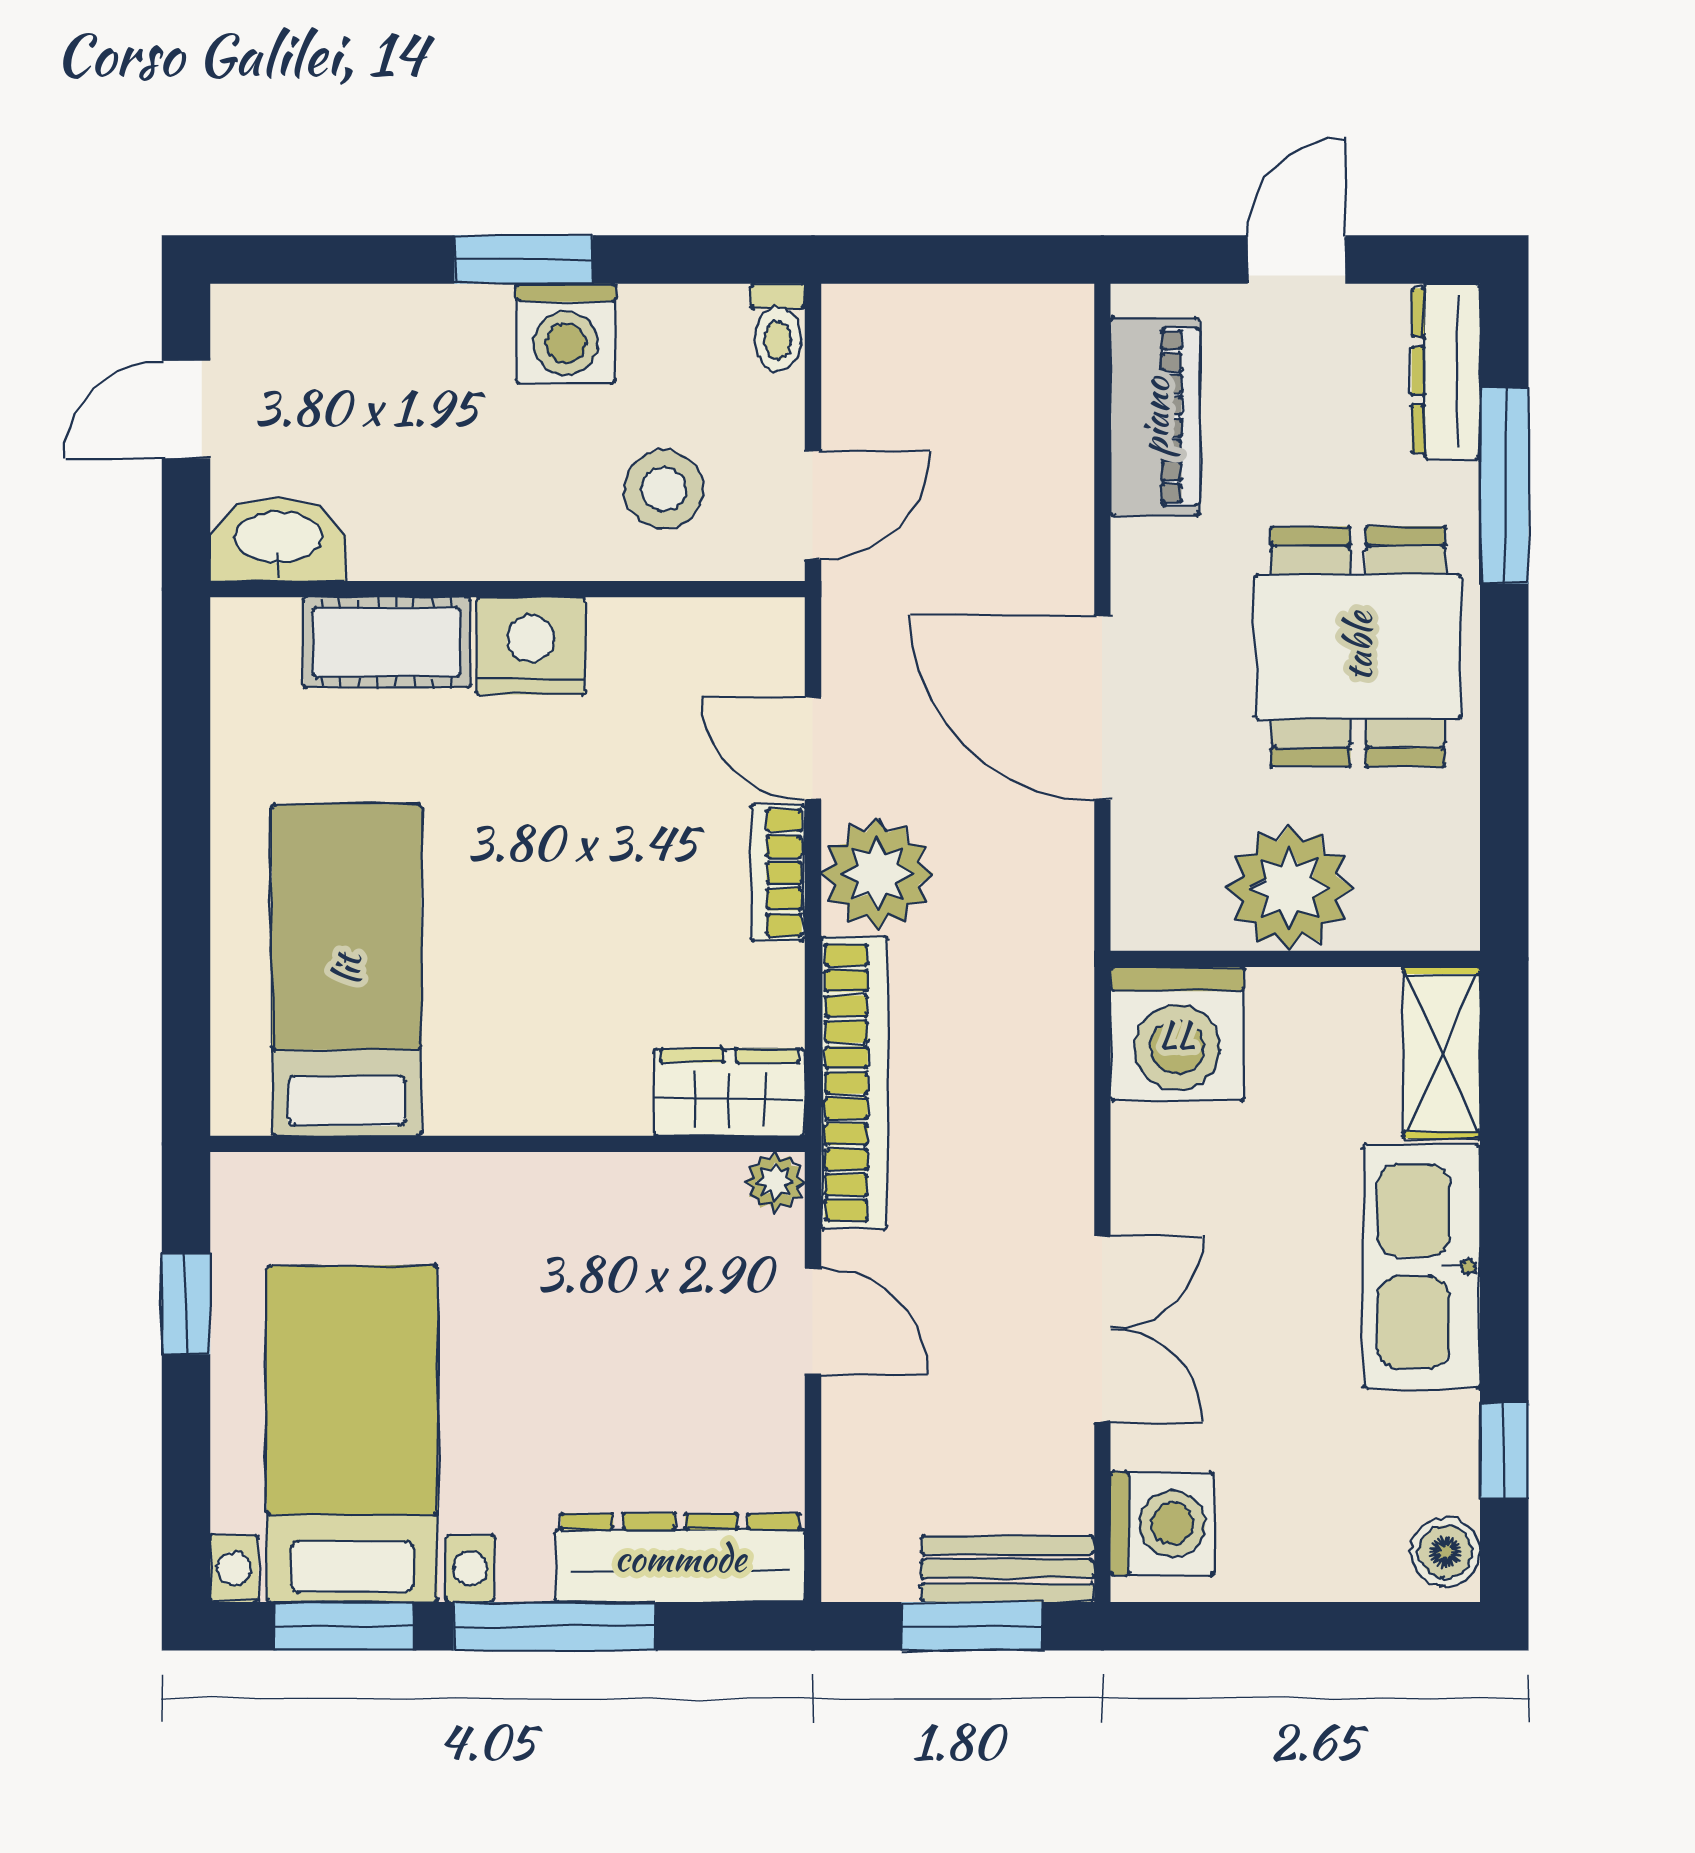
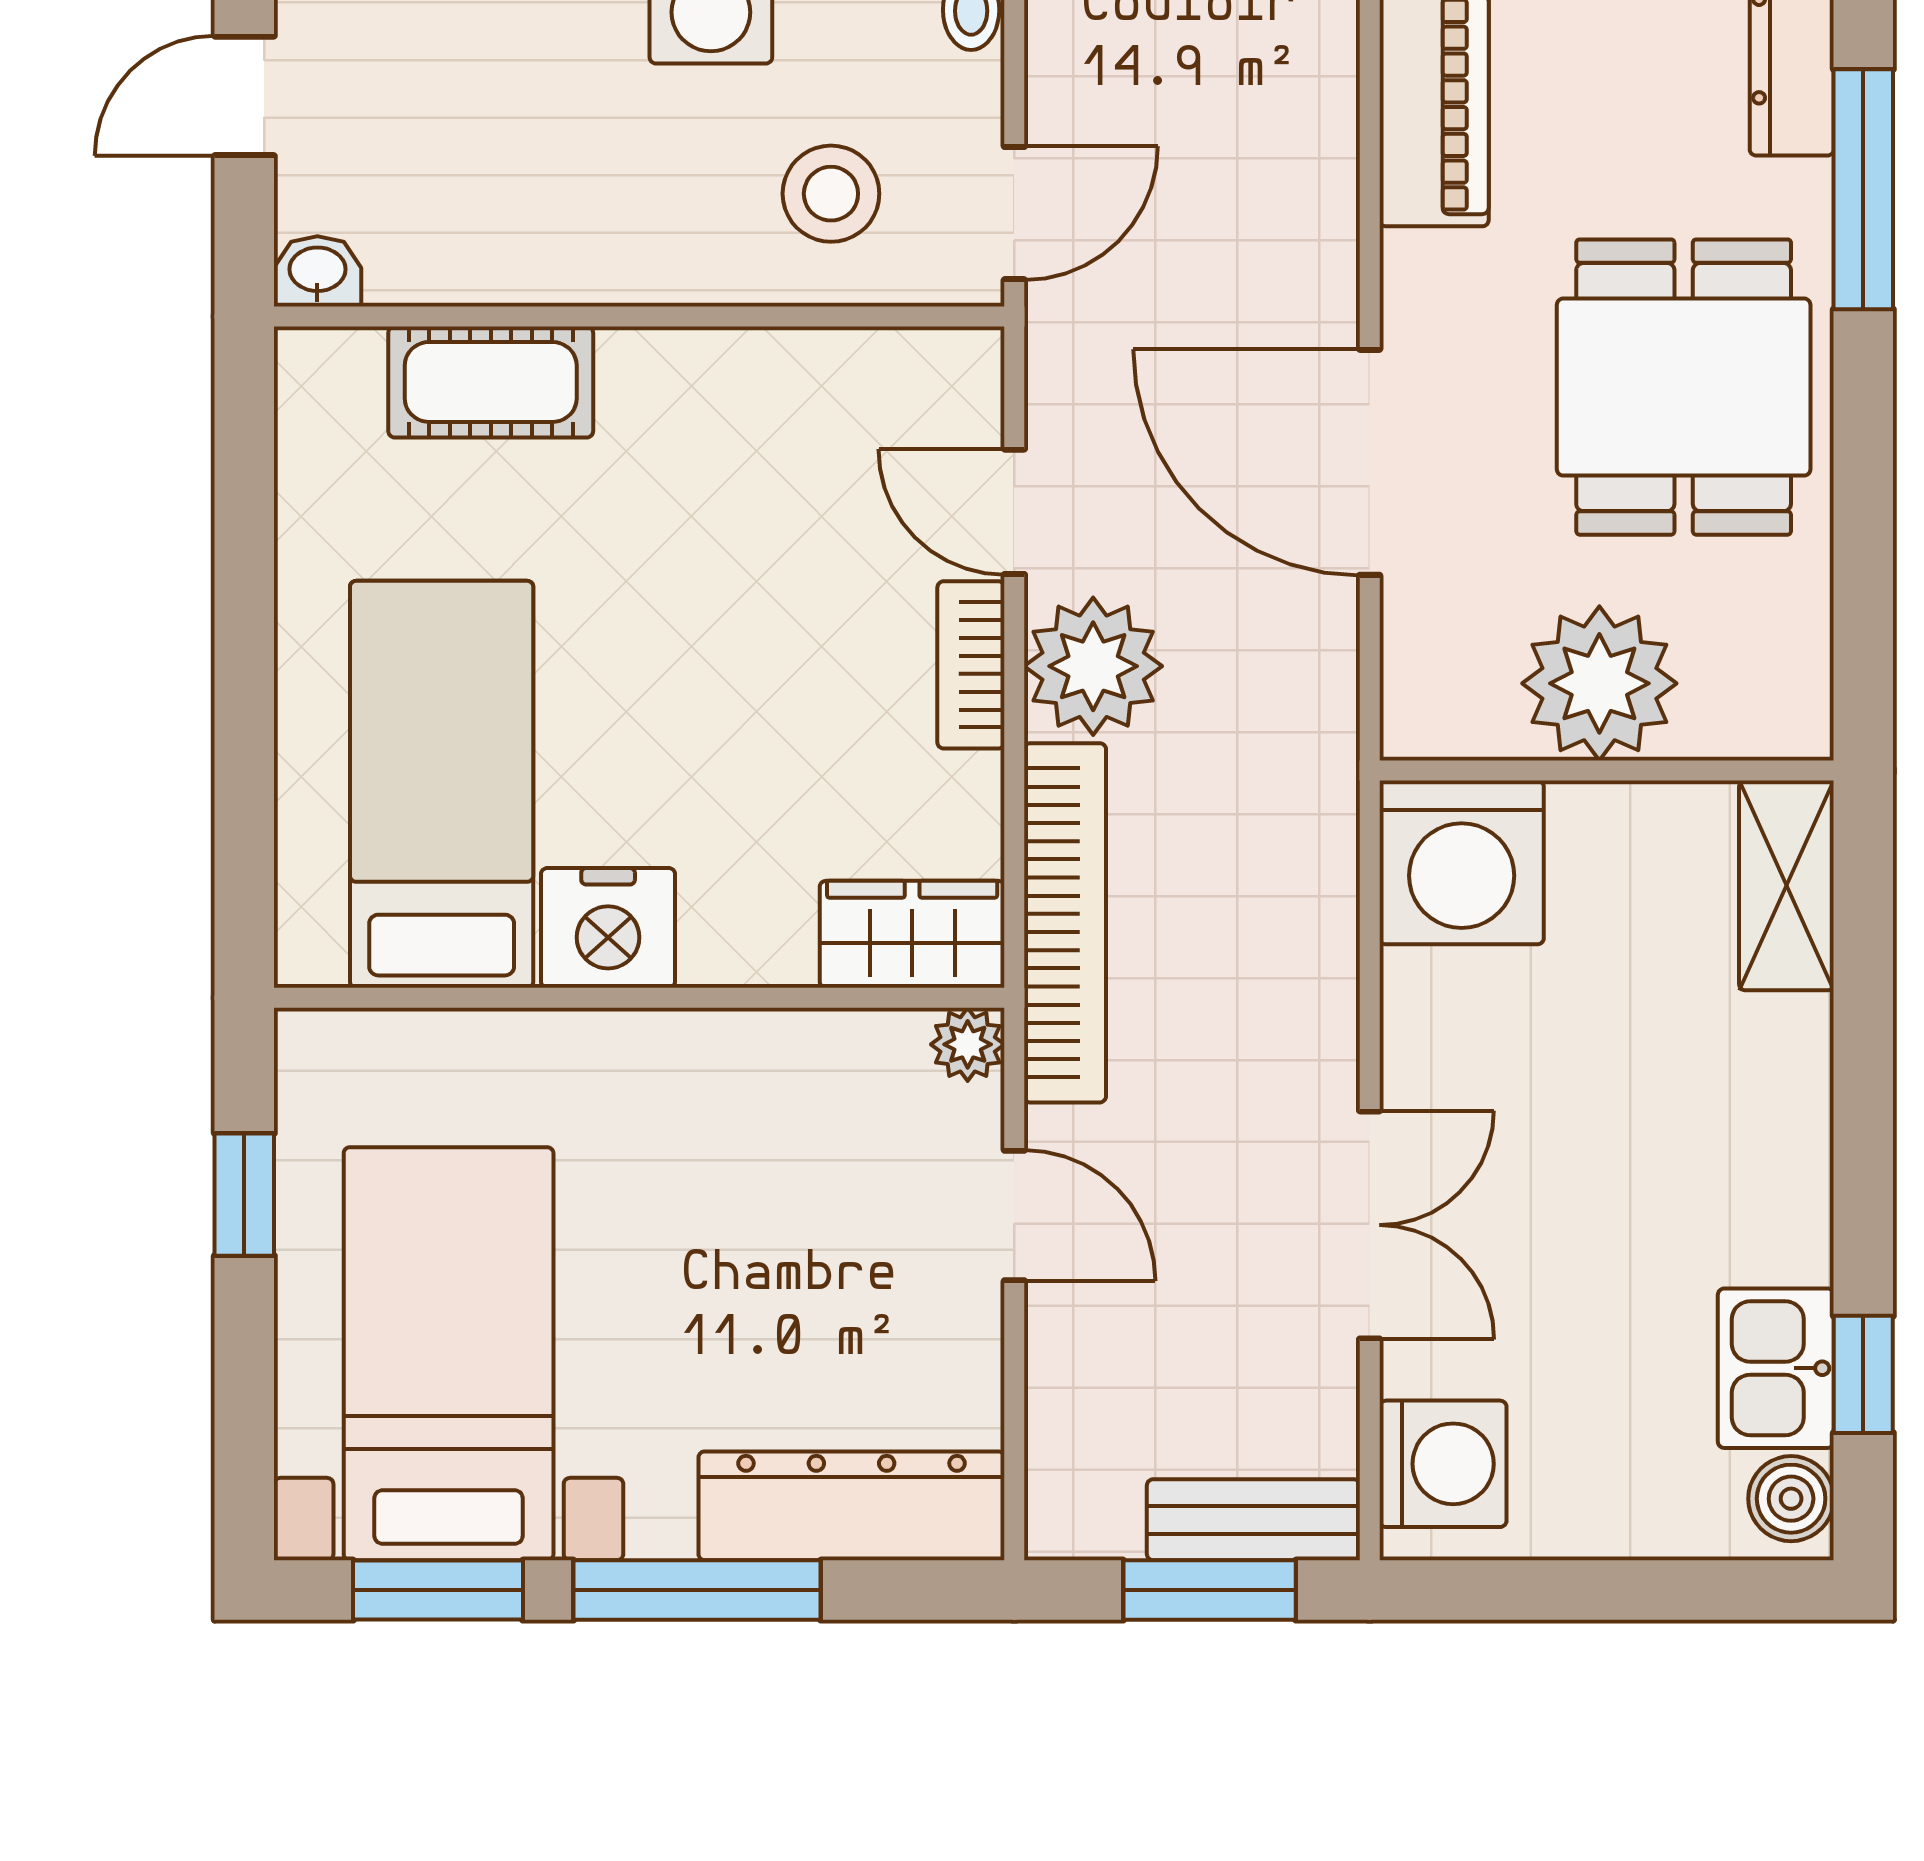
washbasin: (278, 540) -> (317, 271), width x0.52, depth x0.69
nightstand: (531, 646) -> (608, 928), moved, turned 180
kitchen sink: (1422, 1266) -> (1776, 1368), moved, width x0.53, depth x0.81

